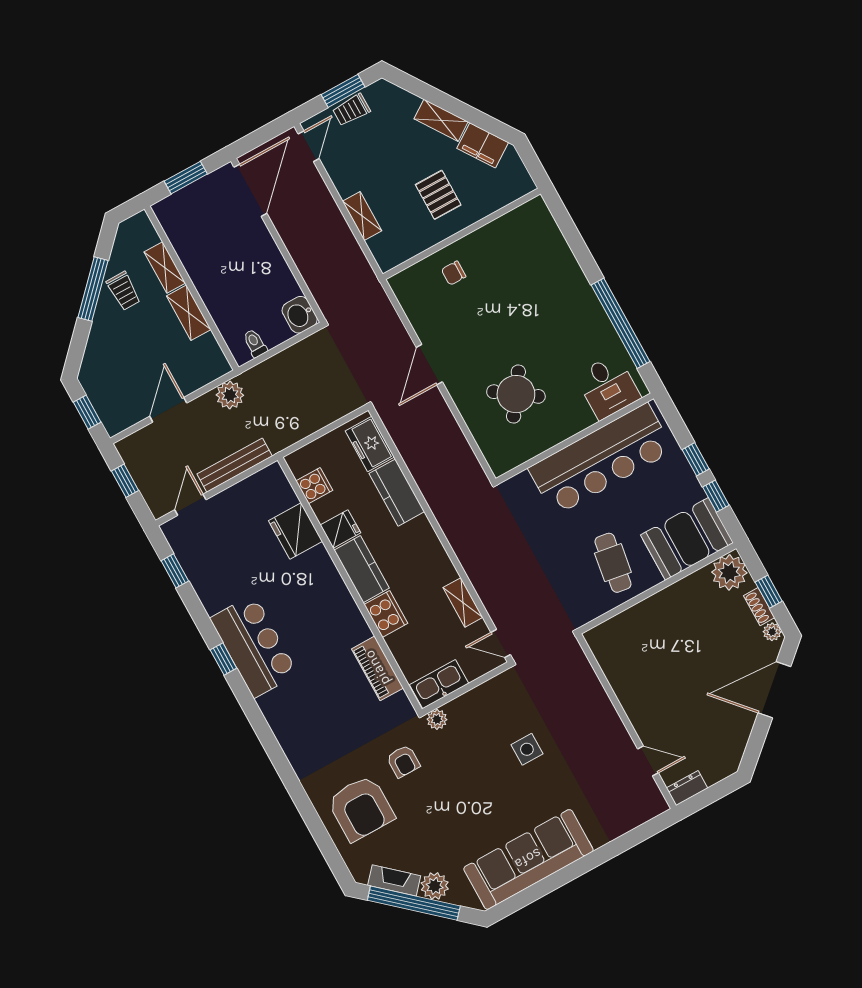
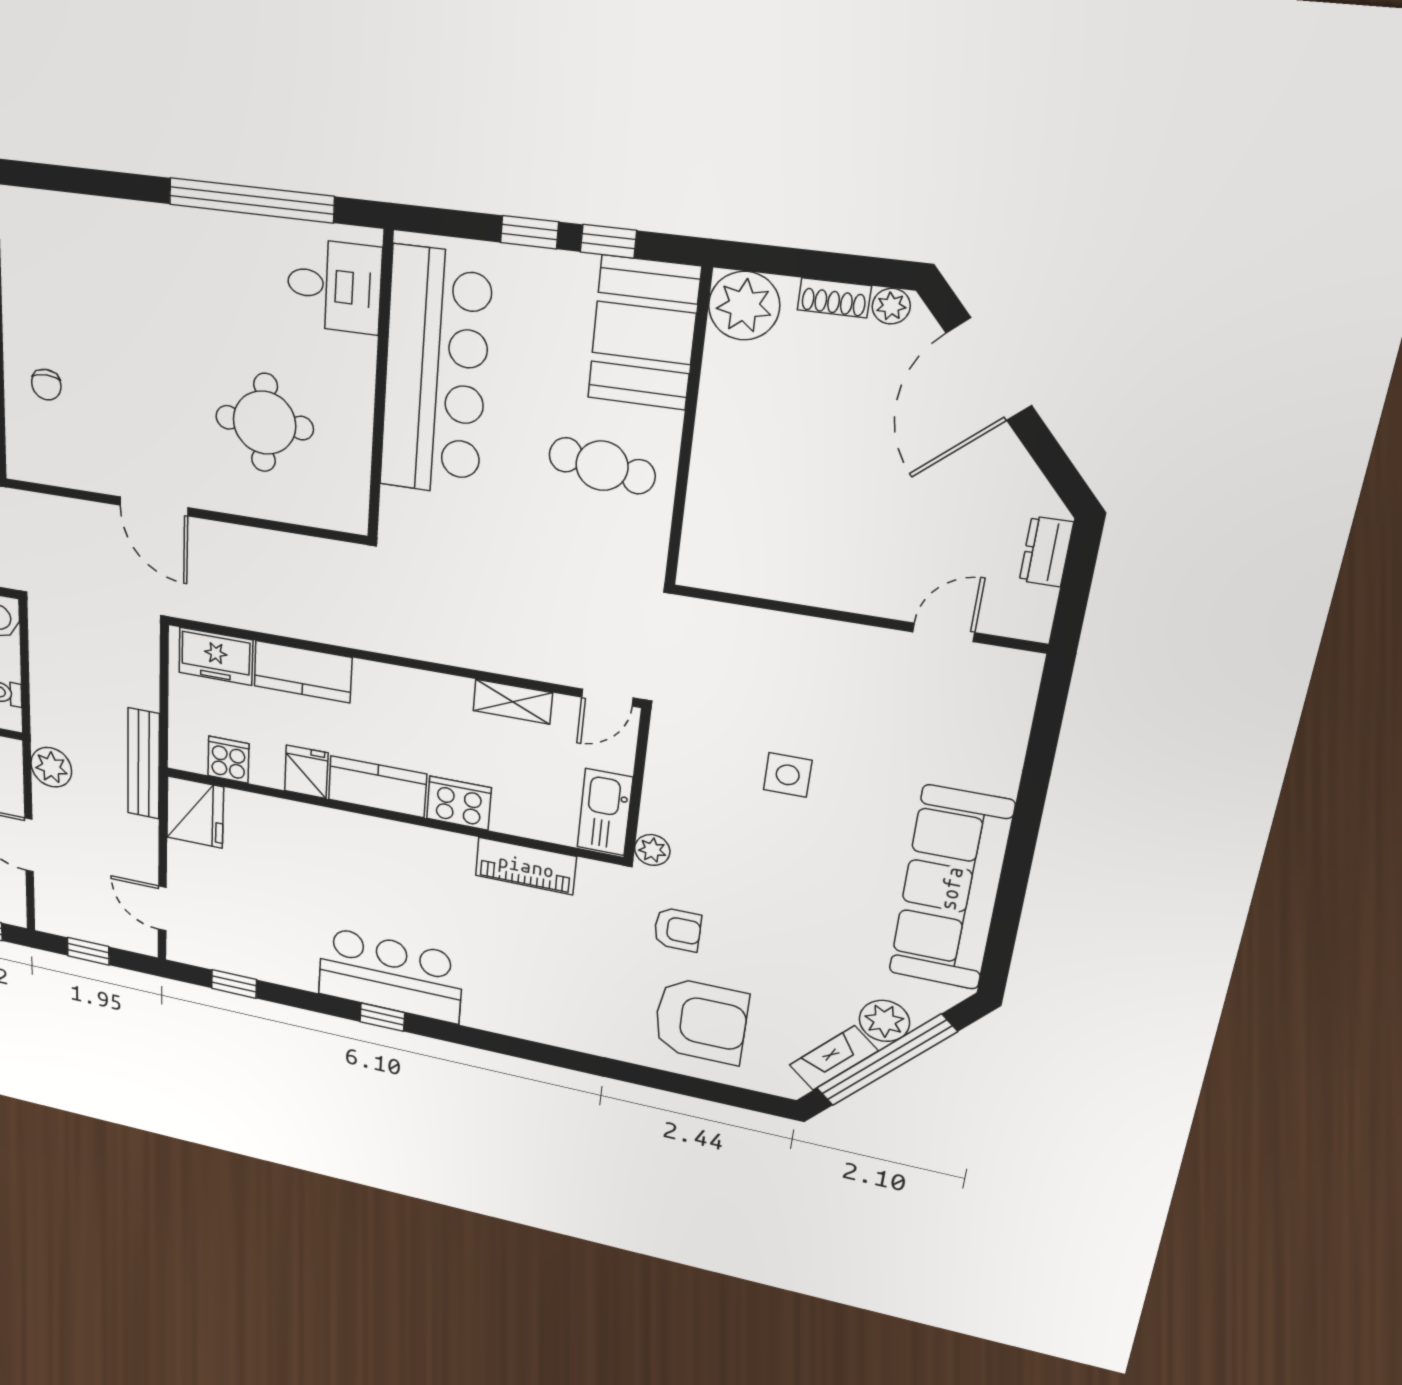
round table: (516, 394) -> (265, 423), turned -35
bench: (235, 465) -> (144, 764), moved
fridge: (295, 531) -> (195, 812), moved, turned -90
window: (769, 592) -> (821, 266), removed
dresser: (687, 788) -> (1046, 552), moved

